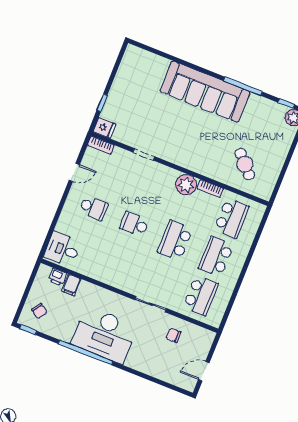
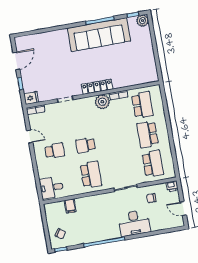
door: (114, 73) -> (16, 61), added
sofa: (205, 92) -> (99, 35), moved
locker: (191, 163) -> (97, 87), added
cafe table: (245, 164) -> (130, 67), removed
door: (74, 172) -> (30, 136), hinge flipped
school desk: (175, 240) -> (91, 175), moved, turned 180
printer: (58, 277) -> (172, 186), moved
desk: (104, 335) -> (134, 223), moved, width x0.73, depth x0.77
door: (204, 371) -> (183, 209), hinge flipped

